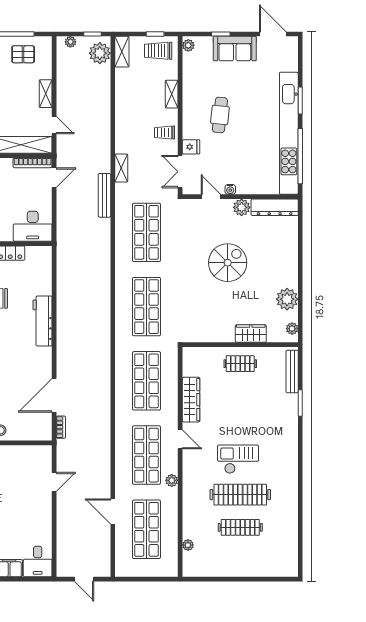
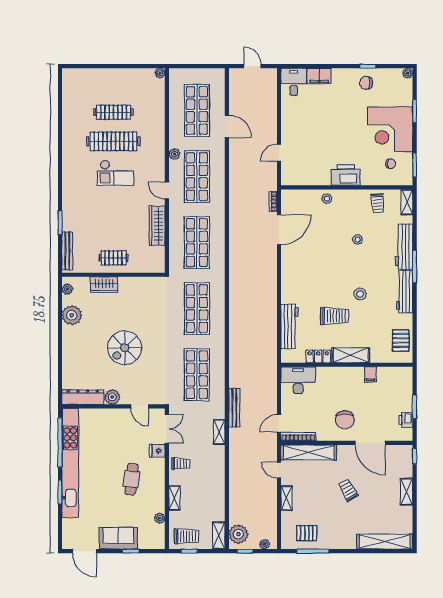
plant: (188, 45) -> (160, 518), moved
water cooler: (230, 189) -> (122, 413), removed
workbench: (43, 321) -> (289, 326), moved
plant: (188, 545) -> (160, 73), moved

